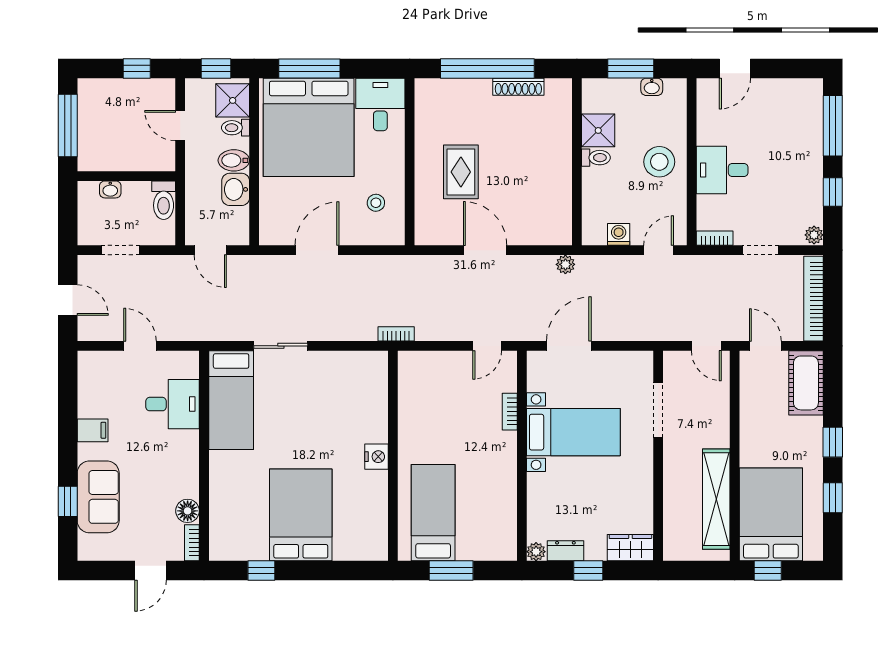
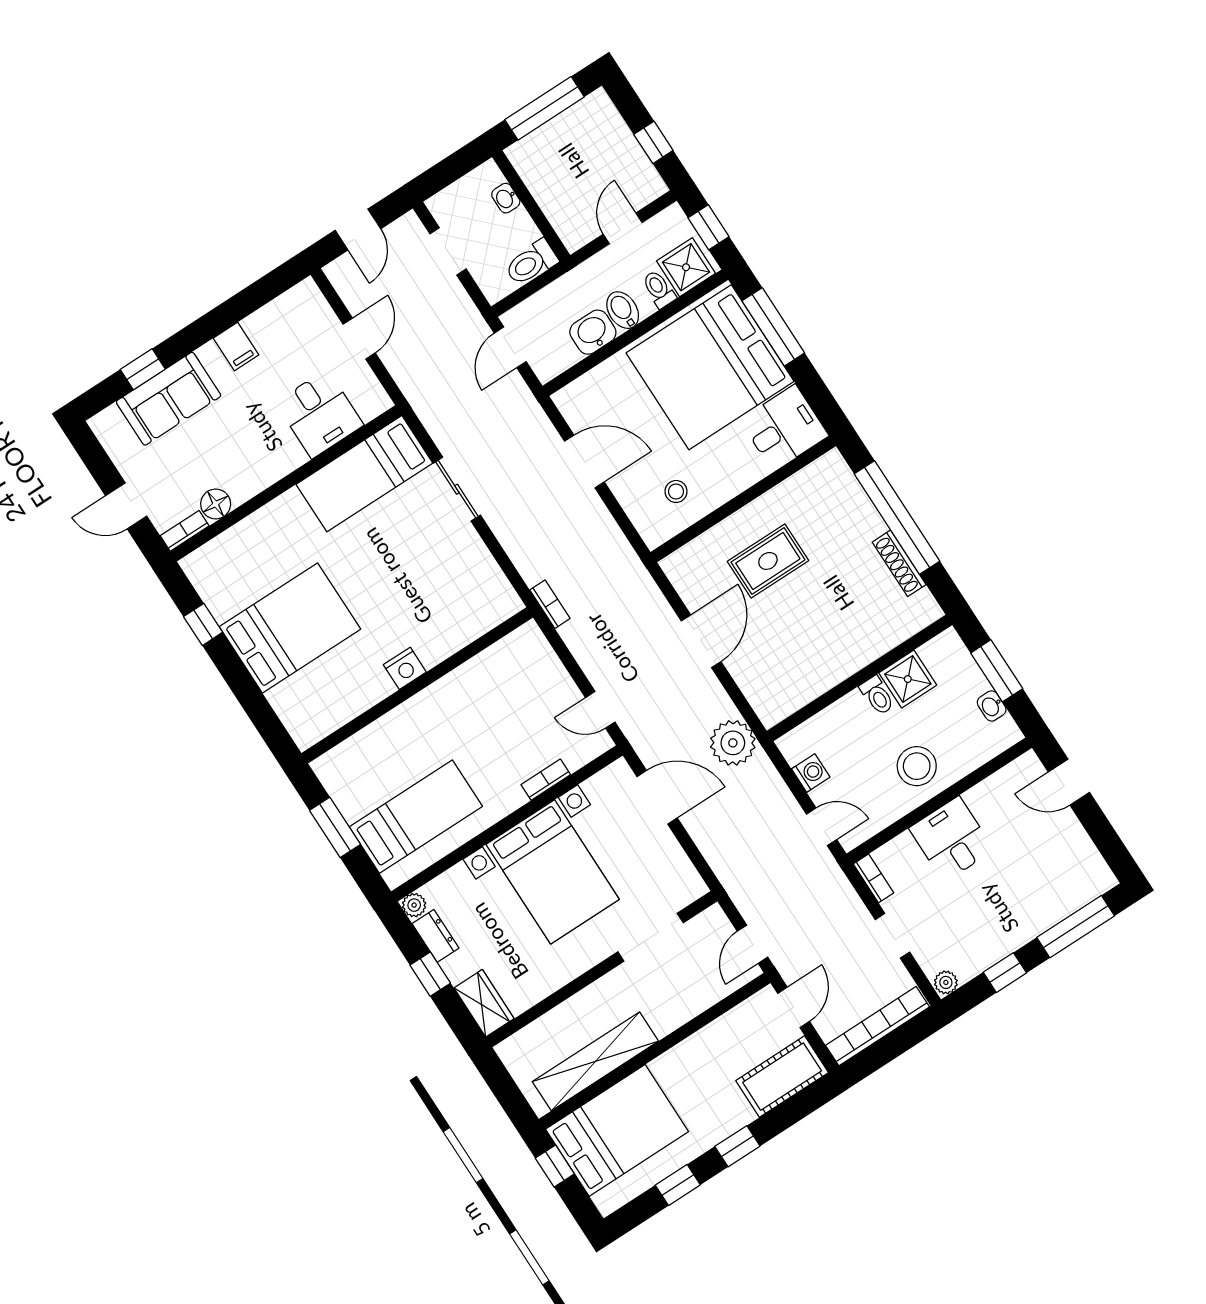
plant: (565, 264) -> (733, 743), width x1.87, depth x1.87
bed with nightstands: (573, 432) -> (553, 872), width x1.36
bed: (433, 513) -> (416, 817), moved

